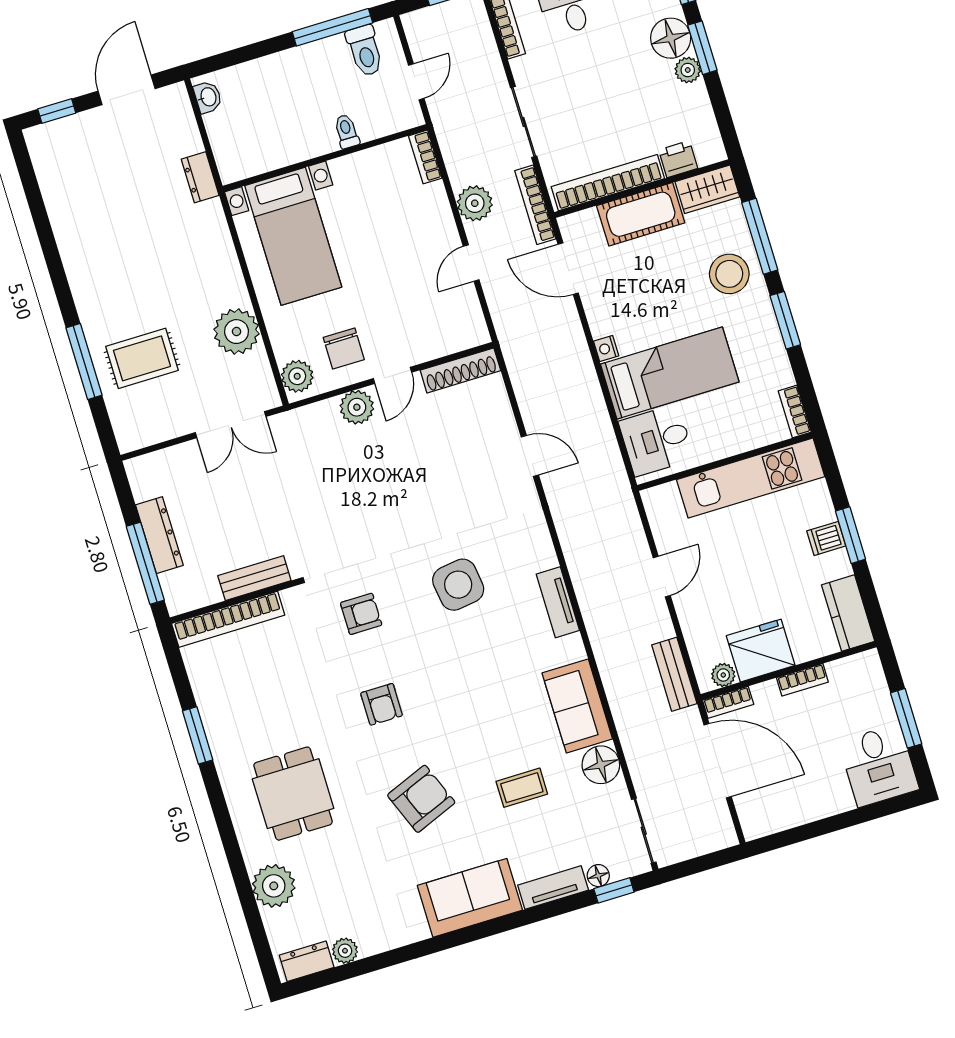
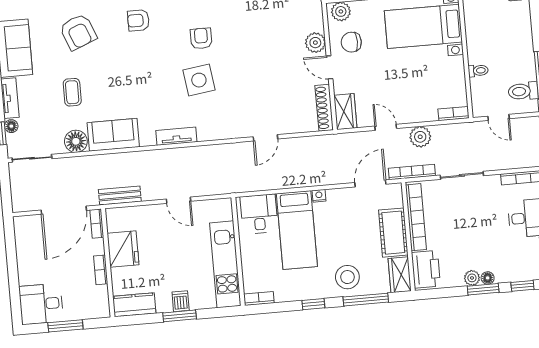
floor lamp: (671, 38) -> (488, 278), width x0.53, depth x0.53
printer: (678, 159) -> (426, 269), width x1.87, depth x1.48
window: (785, 320) -> (313, 304), width x0.67
wardrobe: (459, 334) -> (345, 112), added
armchair: (361, 614) -> (201, 38), moved, turned 180
plant: (723, 675) -> (113, 224), removed

